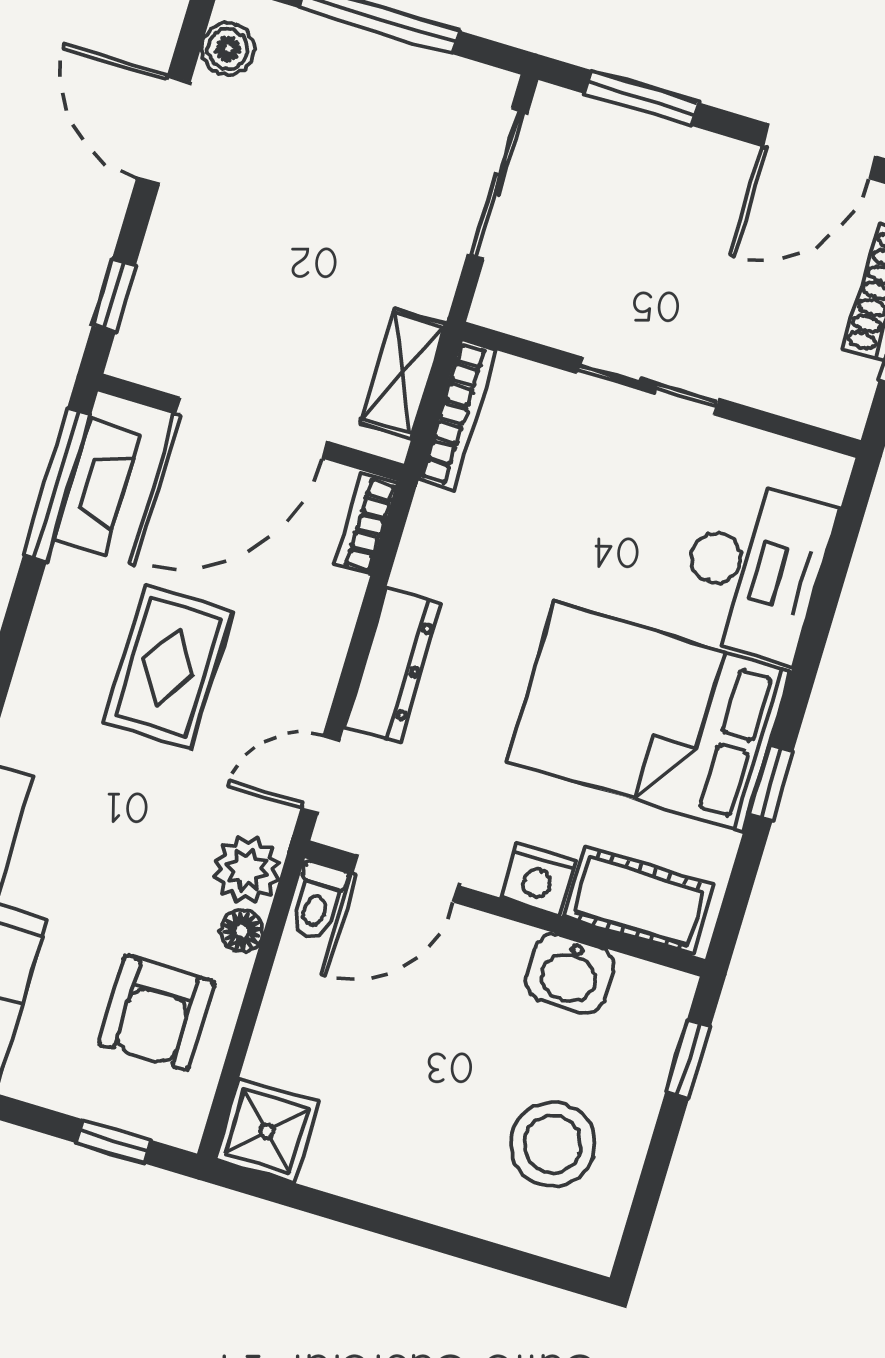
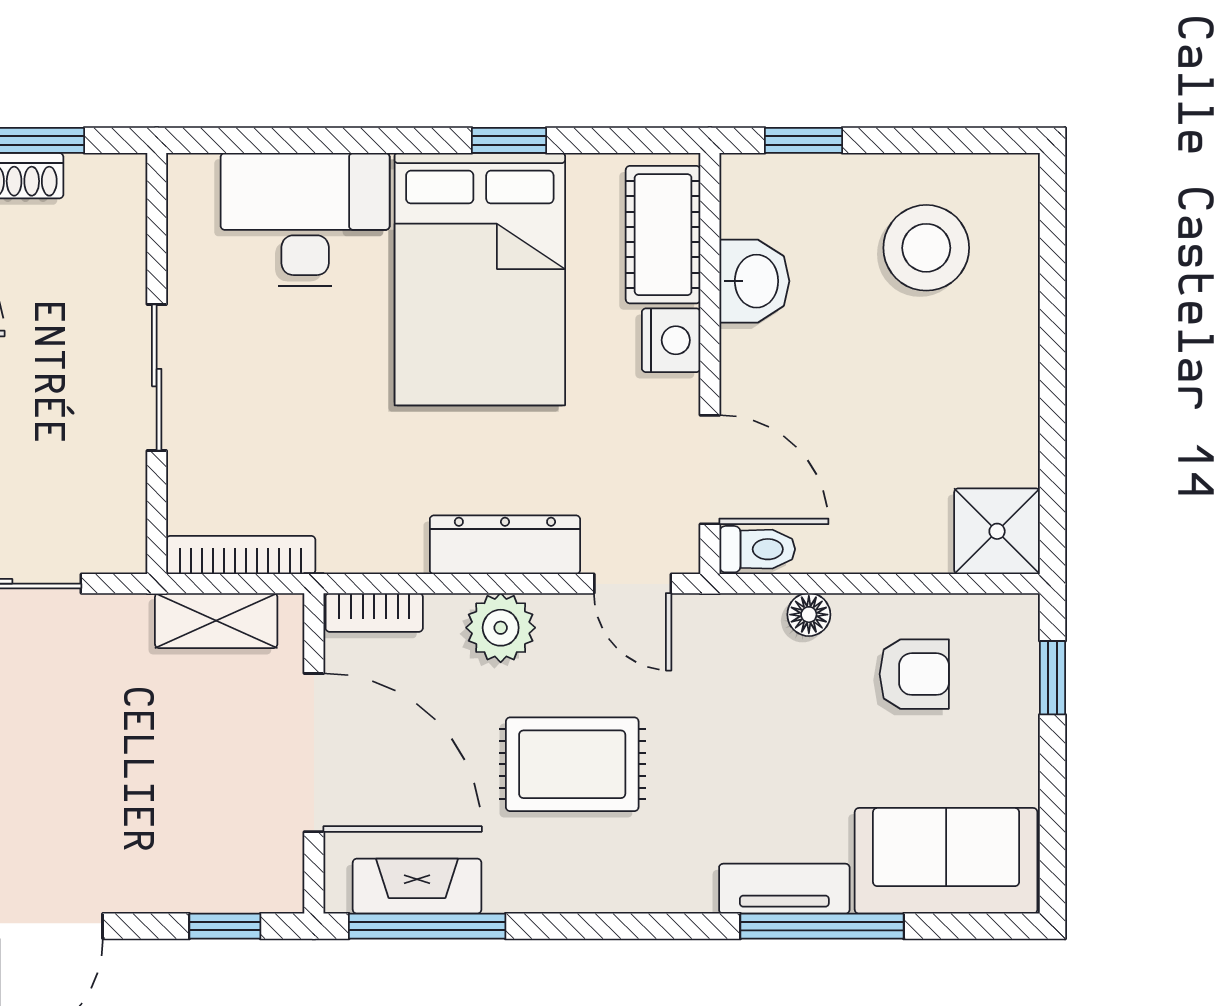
plant: (247, 870) -> (501, 628), moved
armchair: (156, 1013) -> (914, 674), width x0.72, depth x0.72

